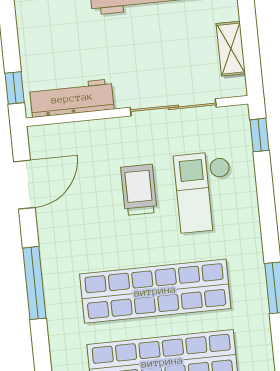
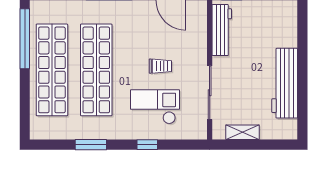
window: (260, 135) -> (147, 145), moved
trolley: (139, 190) -> (160, 66), width x0.73, depth x0.72

